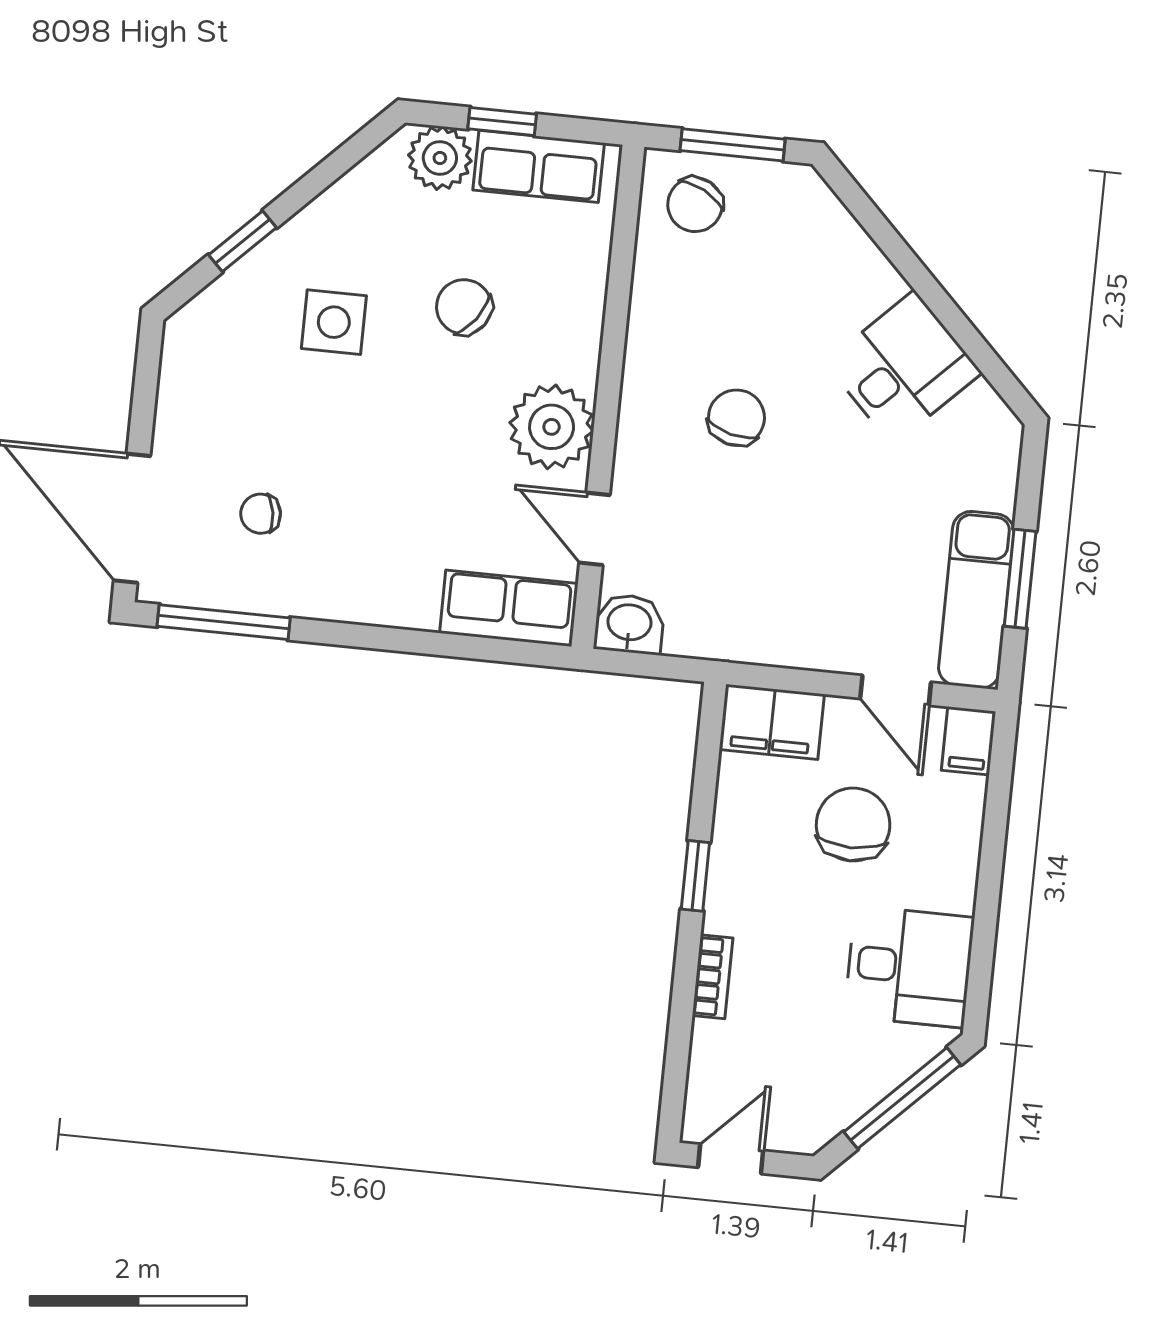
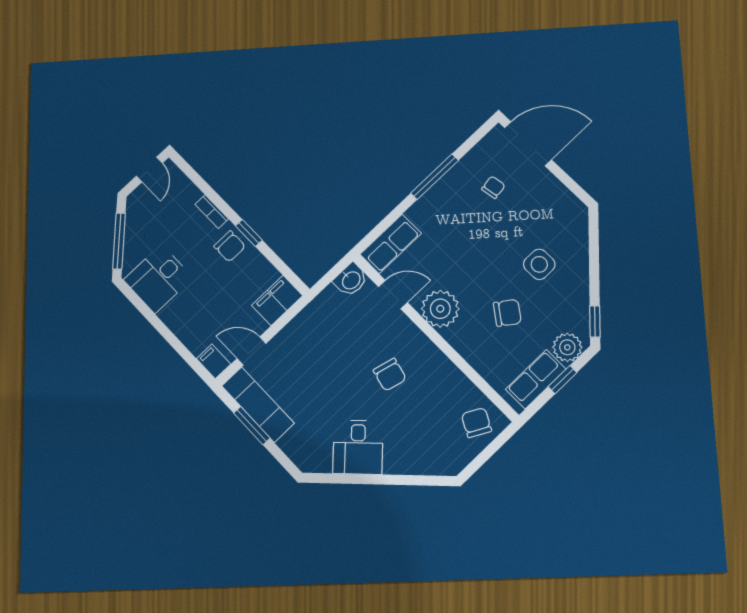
window: (733, 145) -> (487, 454), removed
window: (243, 241) -> (595, 322), moved
window: (224, 622) -> (435, 177), moved
chair: (853, 824) -> (230, 246), moved, width x0.73, depth x0.73

